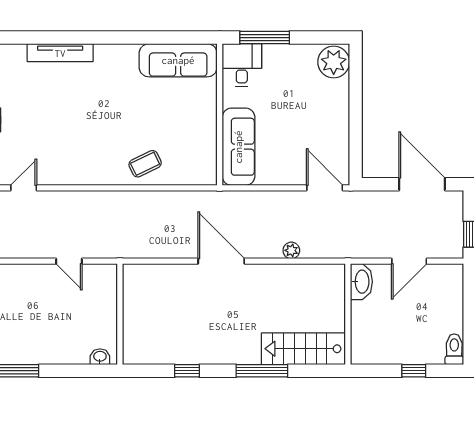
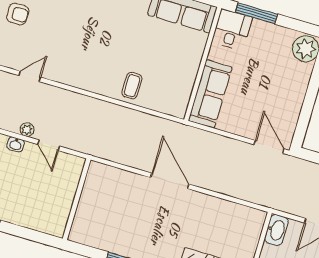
coffee table: (145, 164) -> (132, 86), turned -64
plant: (291, 250) -> (27, 130), moved
washbasin: (100, 357) -> (16, 144), moved, turned 180

